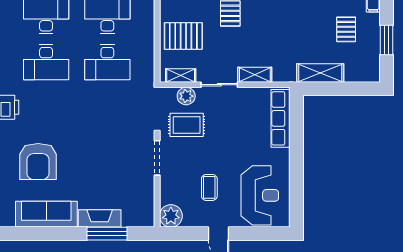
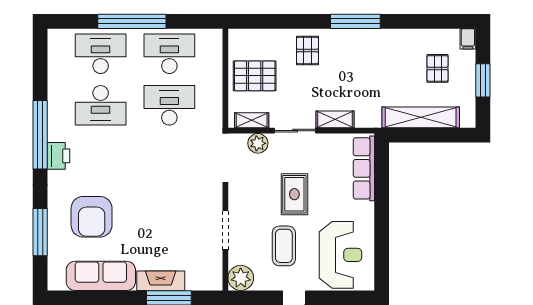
desk: (107, 62) -> (169, 105), turned 180
shelving: (320, 73) -> (421, 117), width x1.47
rug: (187, 125) -> (294, 194), moved, turned 90
doorway: (157, 158) -> (225, 230), moved
coffee table: (209, 187) -> (284, 246), width x1.36, depth x1.30

